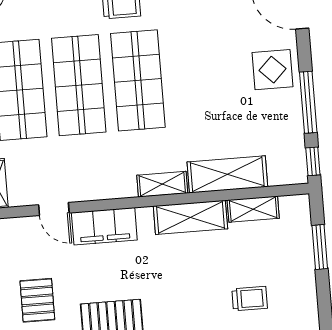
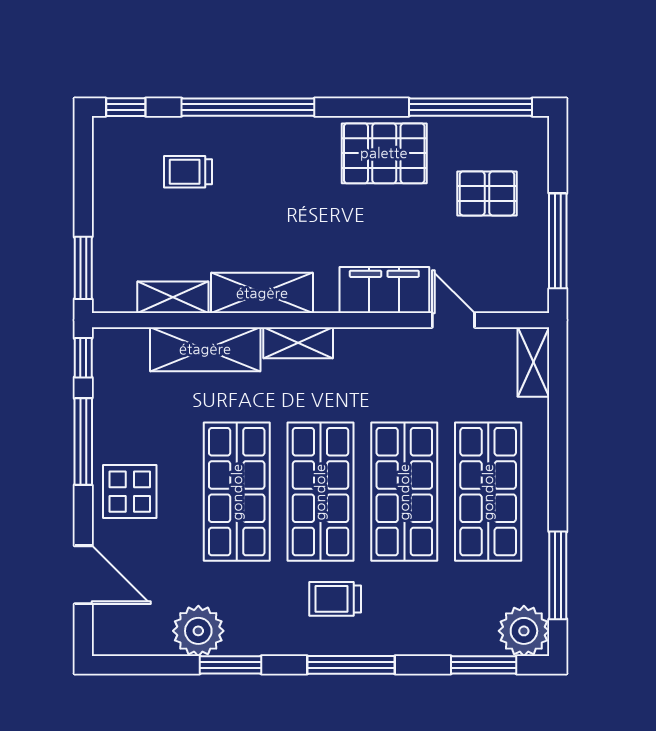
shop shelf: (197, 76) -> (237, 492), added
window: (320, 247) -> (83, 268), moved
pallet: (37, 300) -> (487, 193), turned 90

